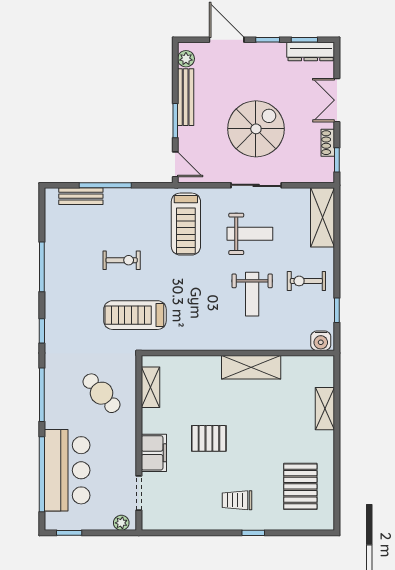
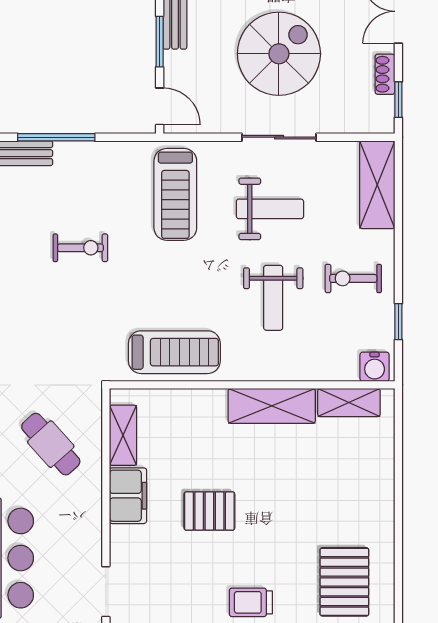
treadmill: (135, 315) -> (174, 352), moved, turned 180
shelving: (325, 409) -> (349, 403), moved, turned 90
filing cabinet: (154, 453) -> (128, 496), moved

